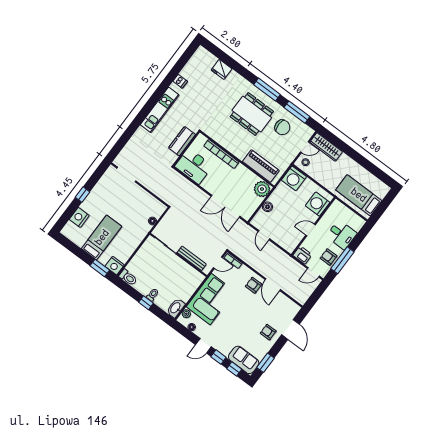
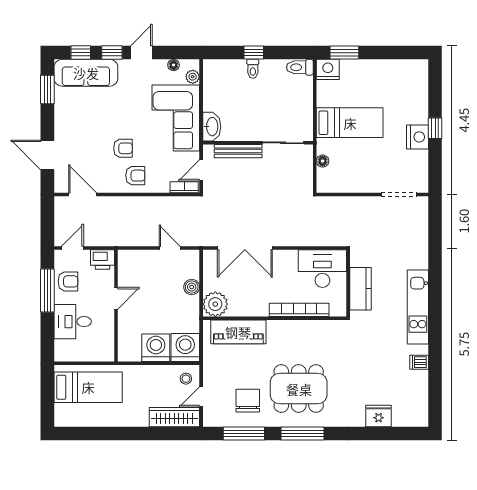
chair: (282, 127) -> (248, 401), turned 90
washing machine: (318, 204) -> (156, 348), moved, turned -90
double door: (225, 206) -> (245, 248), swing flipped
nightstand: (79, 217) -> (417, 137), moved
bed: (102, 237) -> (350, 123), moved, turned -90
door: (273, 285) -> (83, 195), moved
washbasin: (176, 308) -> (212, 127), moved
armchair: (268, 332) -> (123, 148), moved
sofa: (244, 360) -> (86, 73), width x1.36

